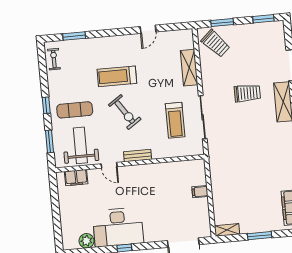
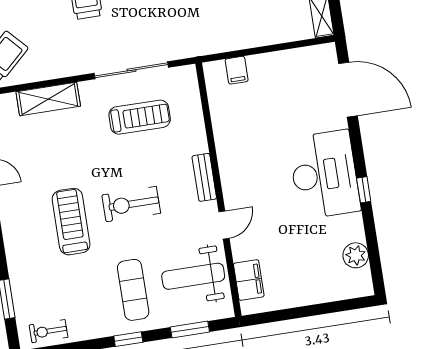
treadmill: (117, 76) -> (71, 222), turned 180
exercise bike: (125, 112) -> (131, 204), turned -146
filing cabinet: (200, 192) -> (237, 70), moved
desk: (118, 227) -> (324, 175), moved

